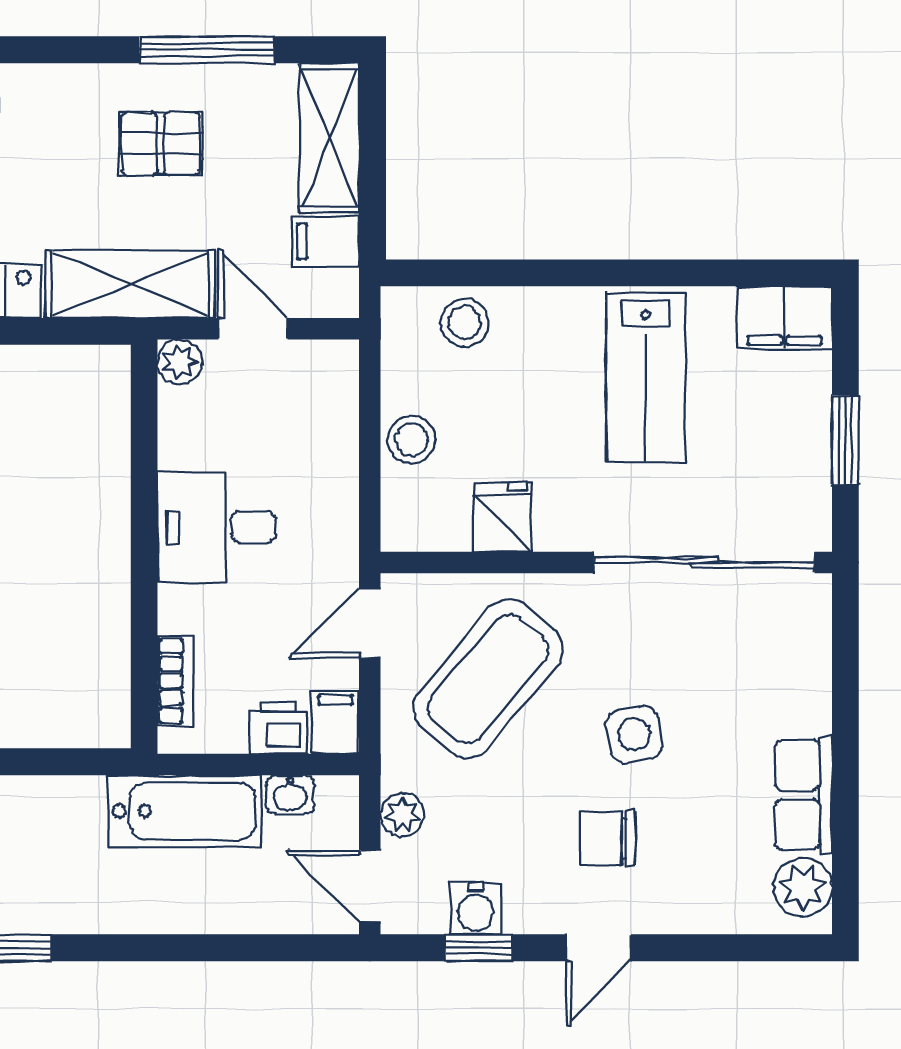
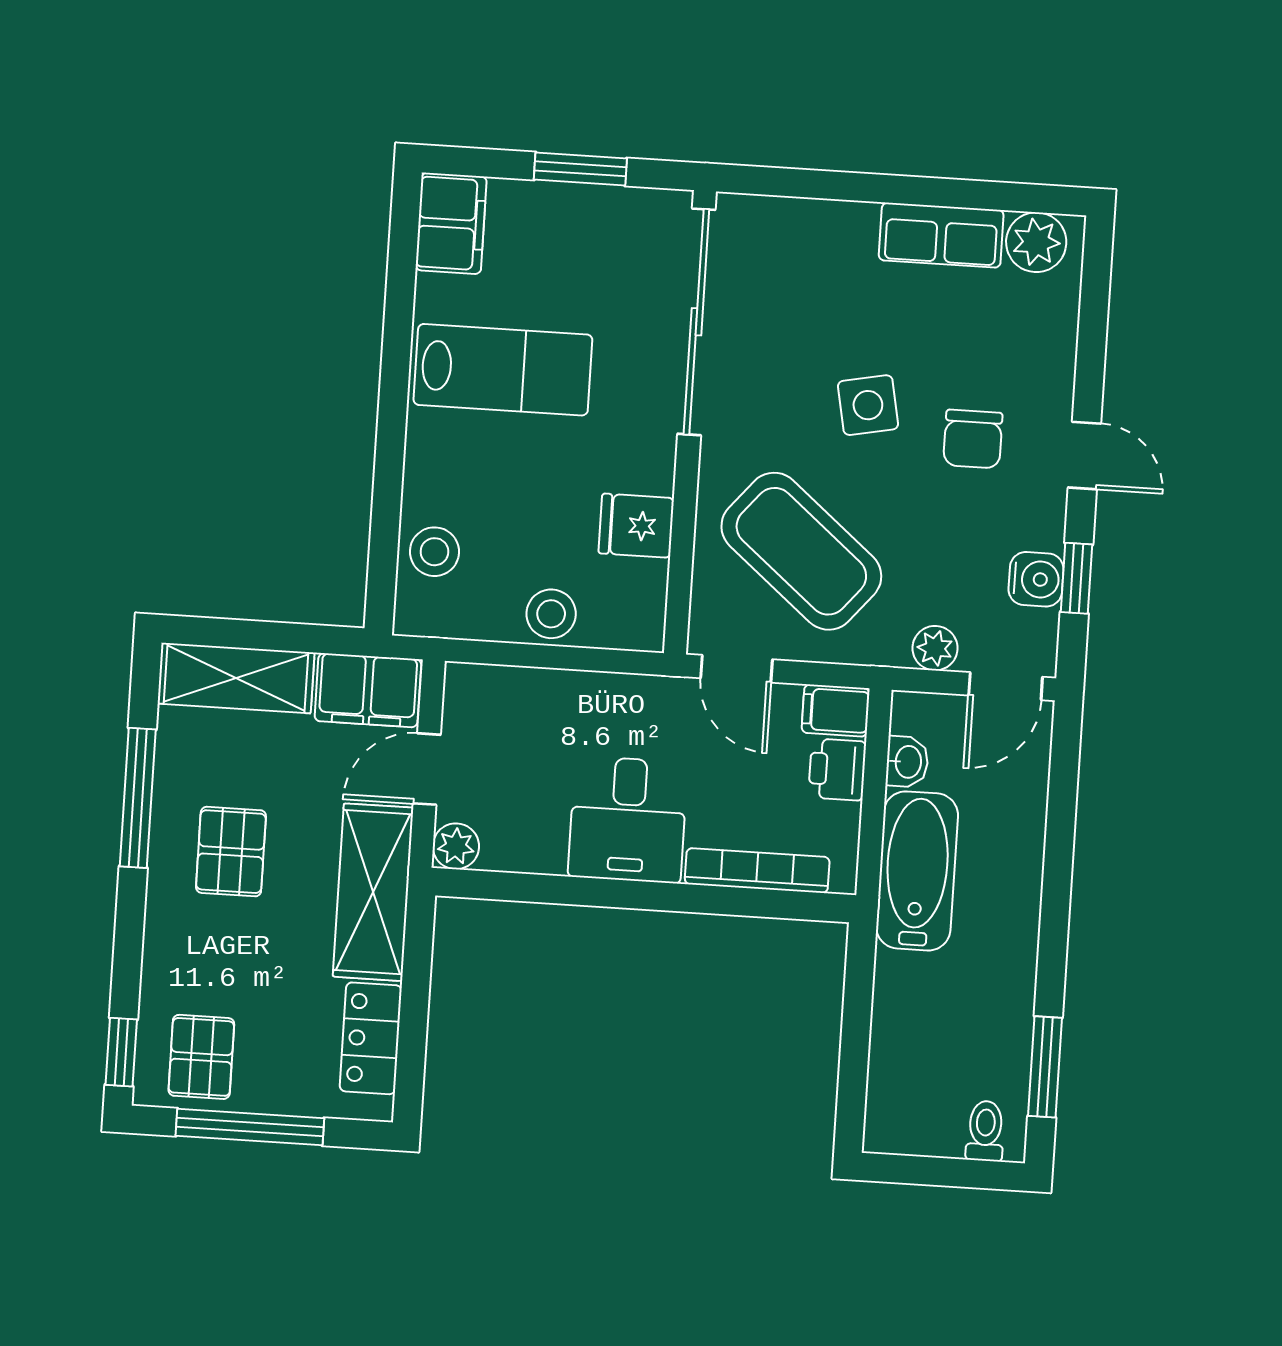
filing cabinet: (326, 242) -> (368, 690), width x2.00
bookcase: (175, 681) -> (757, 871), width x1.56

